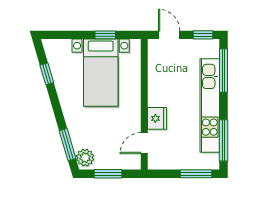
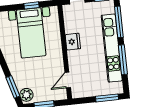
fridge: (157, 118) -> (73, 42), moved
window: (224, 140) -> (123, 60), moved

